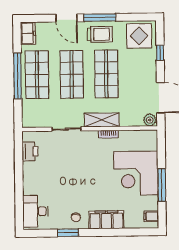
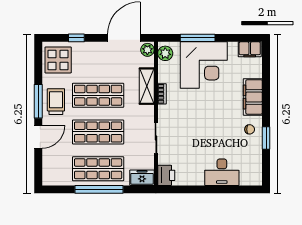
freezer: (28, 33) -> (142, 178), moved
shelving: (102, 120) -> (147, 86), moved
plant: (147, 137) -> (165, 53), added
printer: (30, 151) -> (166, 175), moved, turned 90
window: (162, 185) -> (198, 38), moved
desk: (35, 211) -> (222, 172), moved
filing cabinet: (151, 216) -> (250, 49), width x2.00

